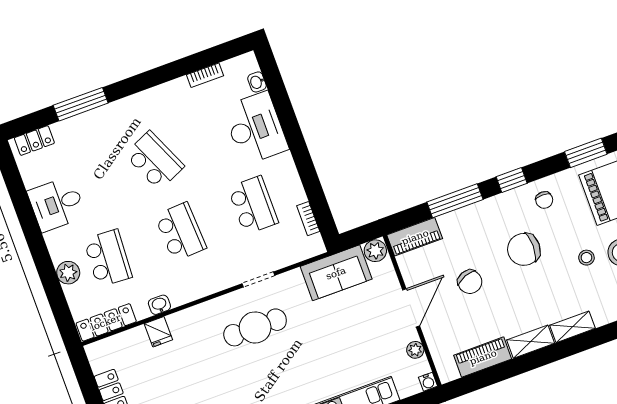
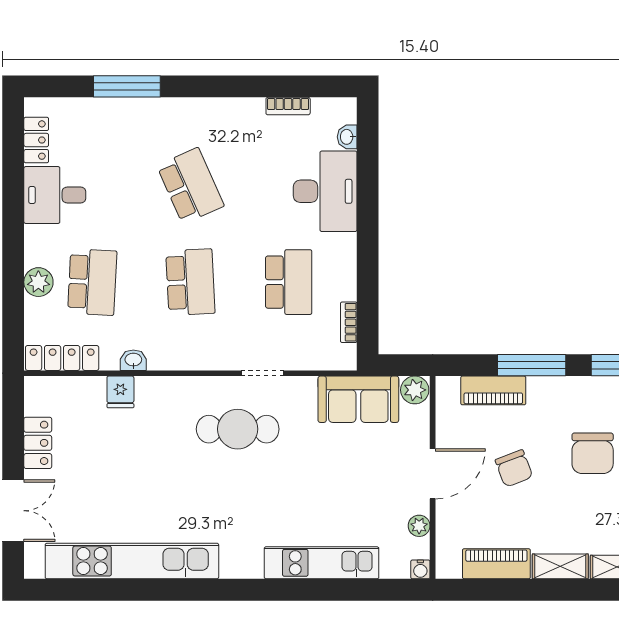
locker: (34, 141) -> (36, 140), moved, turned -90
piano: (415, 237) -> (493, 390), moved
chair: (524, 249) -> (593, 453), turned -90

